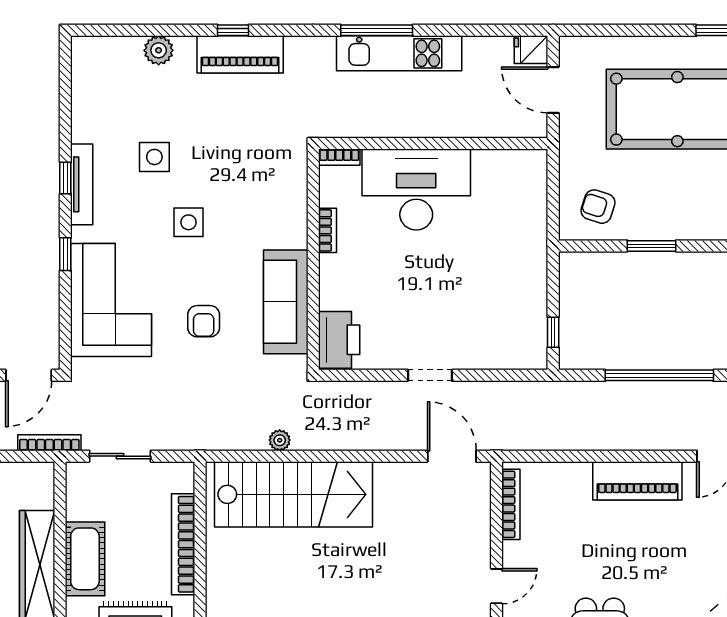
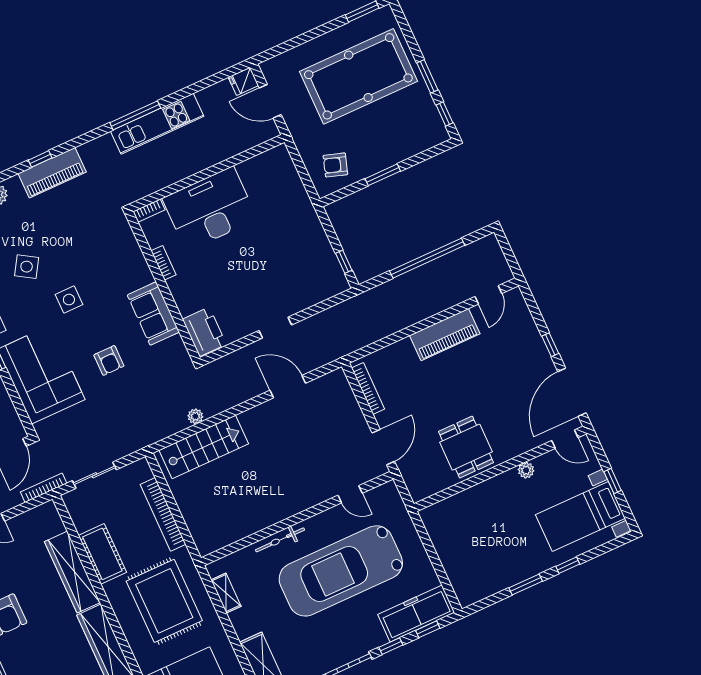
side table: (154, 157) -> (27, 267), turned 32
sofa: (286, 302) -> (153, 314), width x0.73
door: (452, 456) -> (288, 387), moved
stairs: (293, 494) -> (204, 447), width x0.73, depth x0.66
door: (497, 586) -> (383, 447), width x1.38

